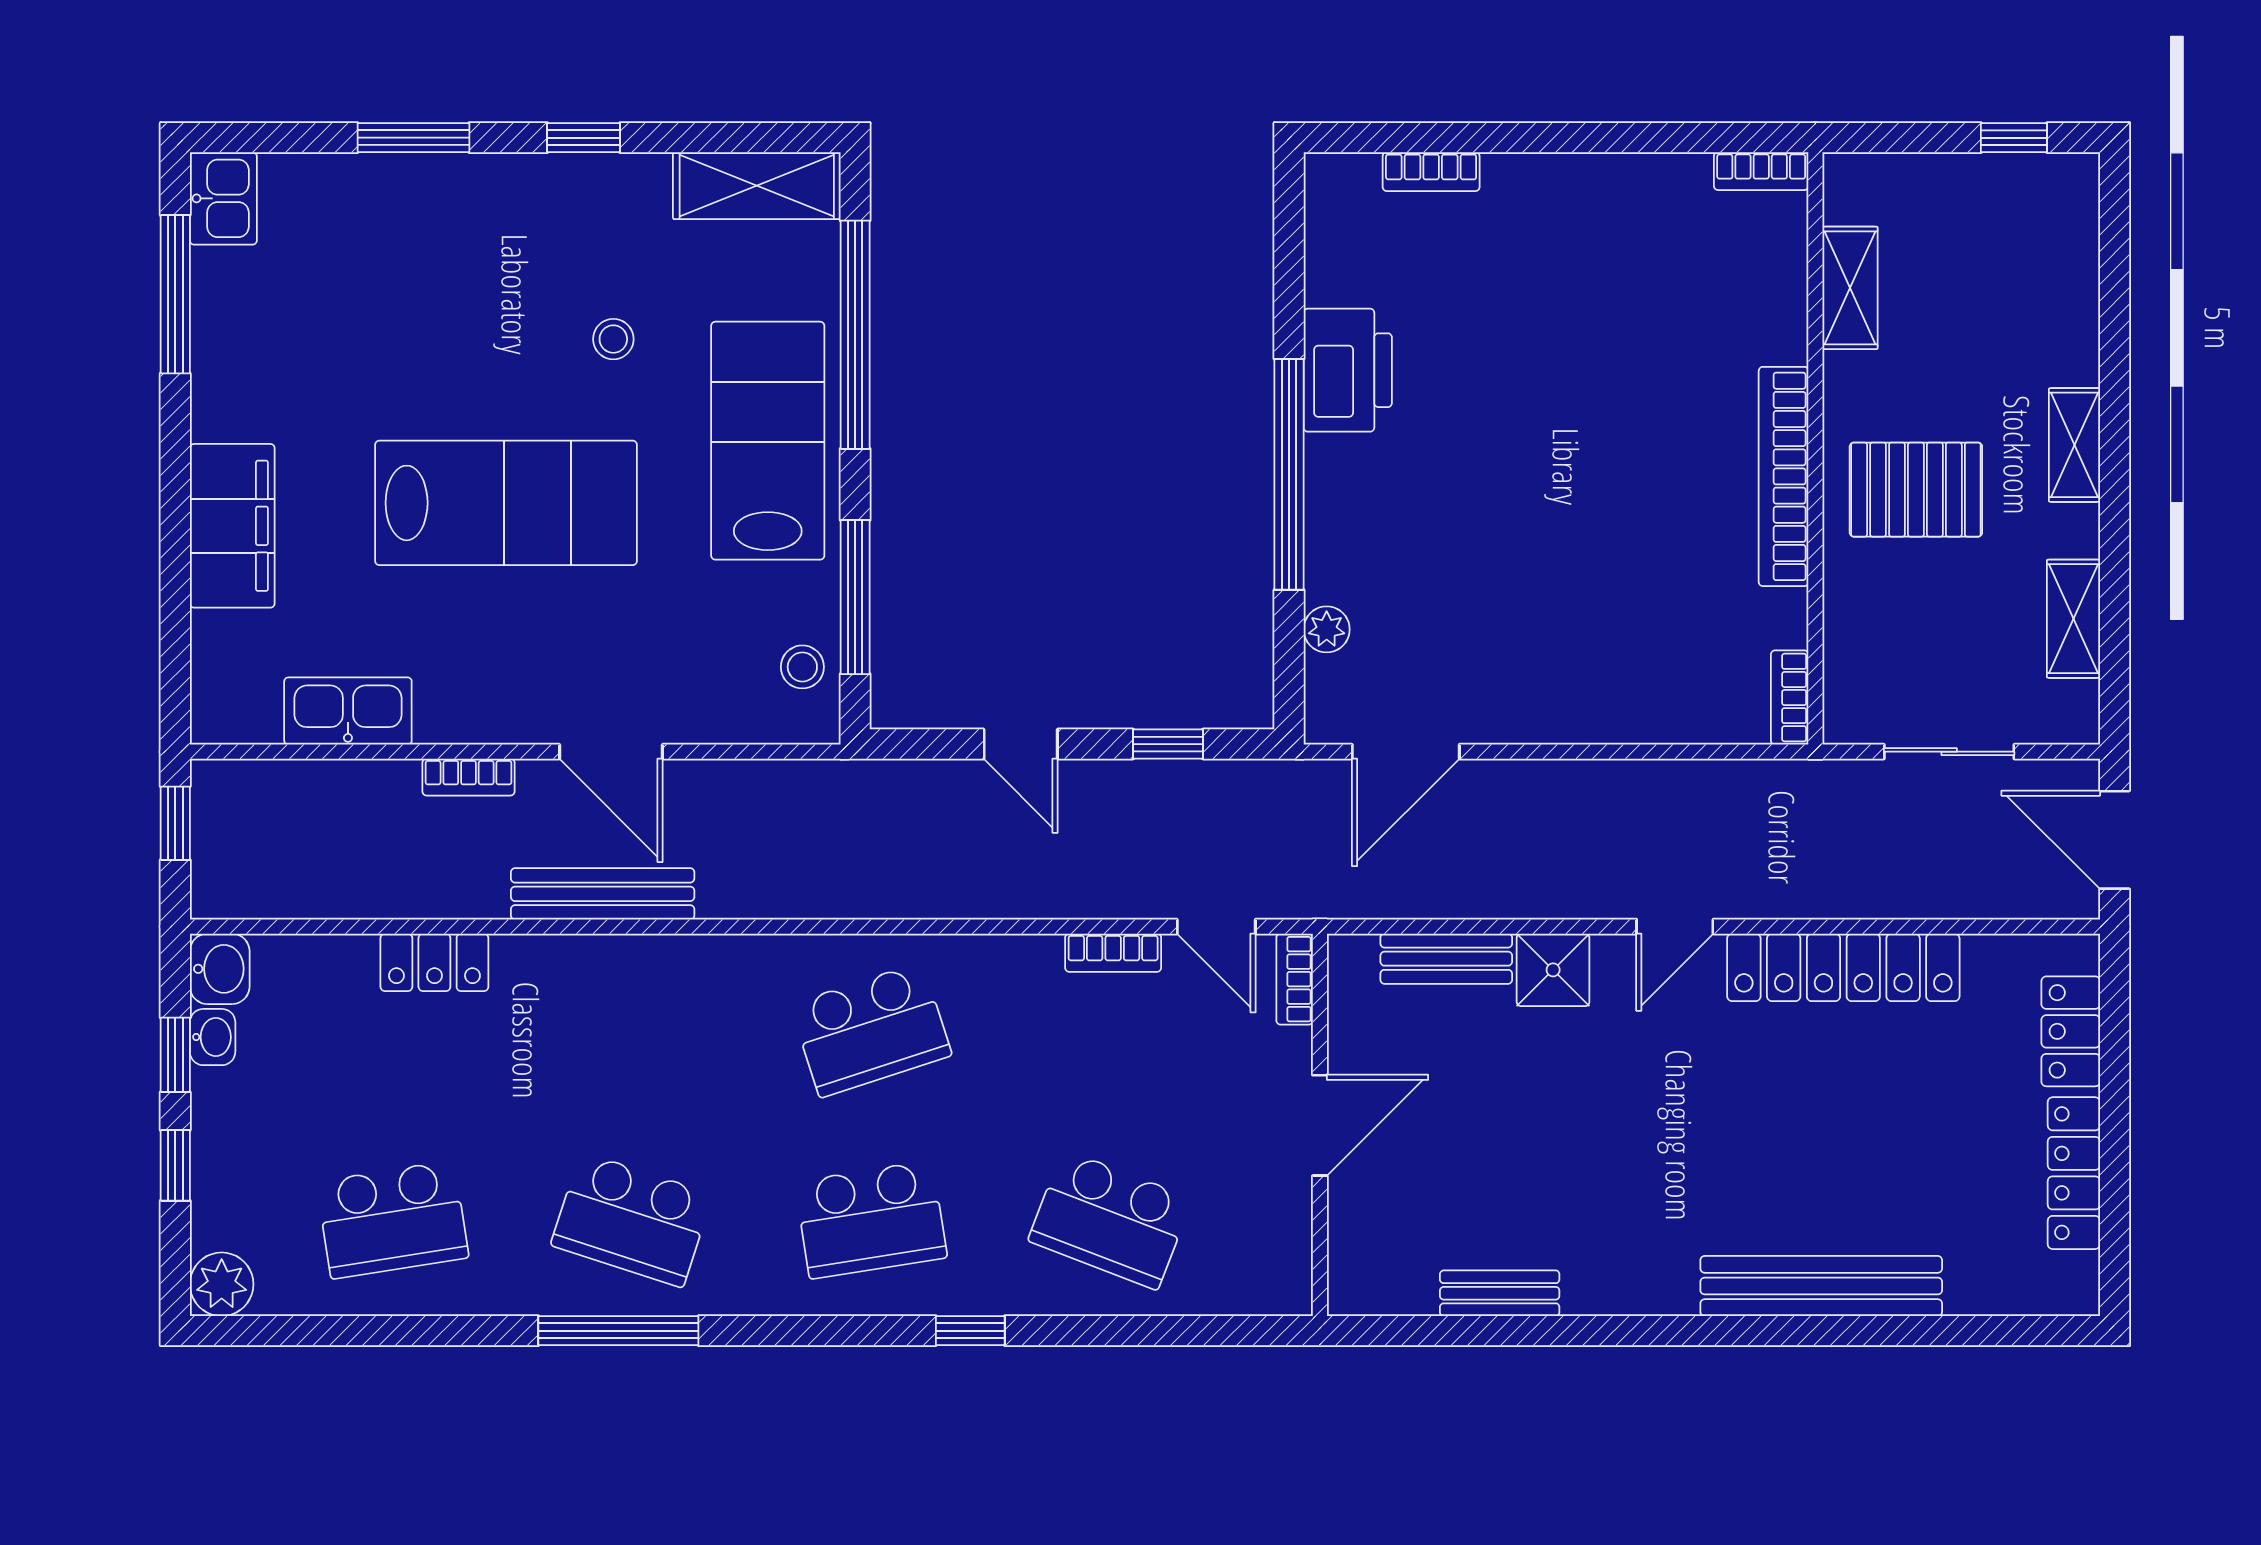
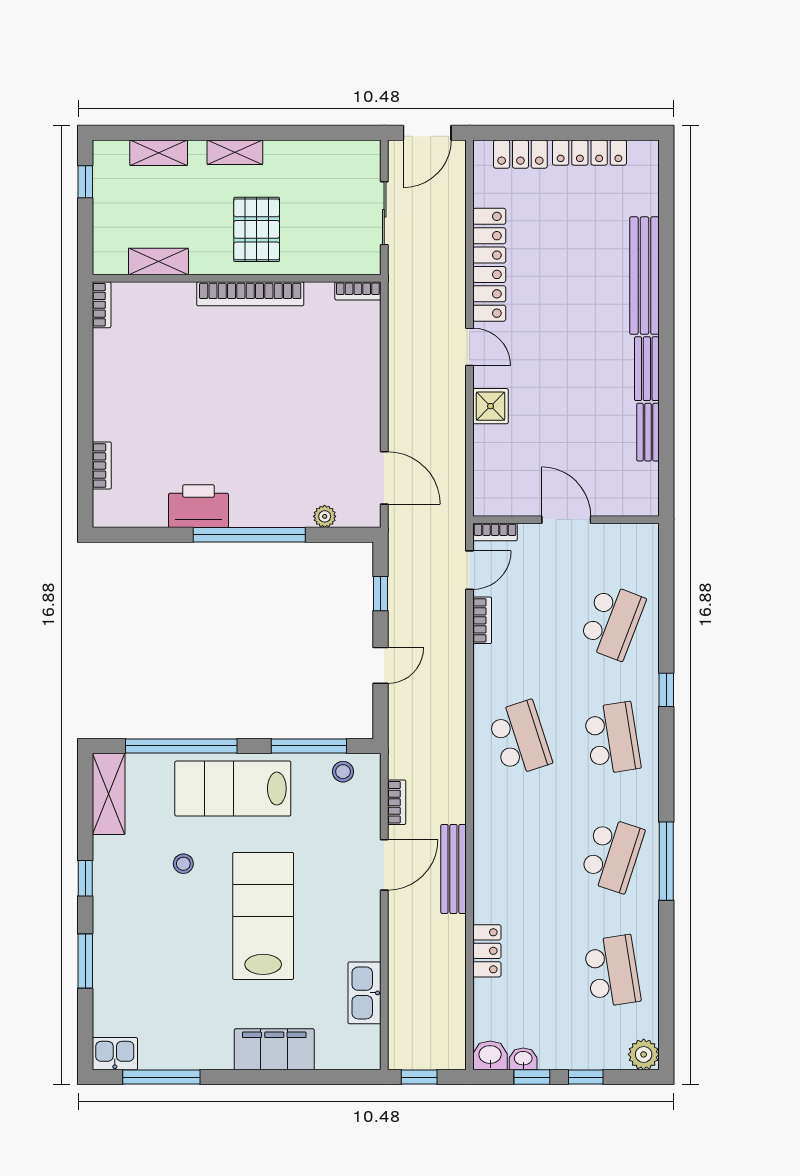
shelving: (2073, 619) -> (159, 153), moved
bookcase: (468, 777) -> (397, 802), moved
bench: (1446, 959) -> (647, 369), moved

